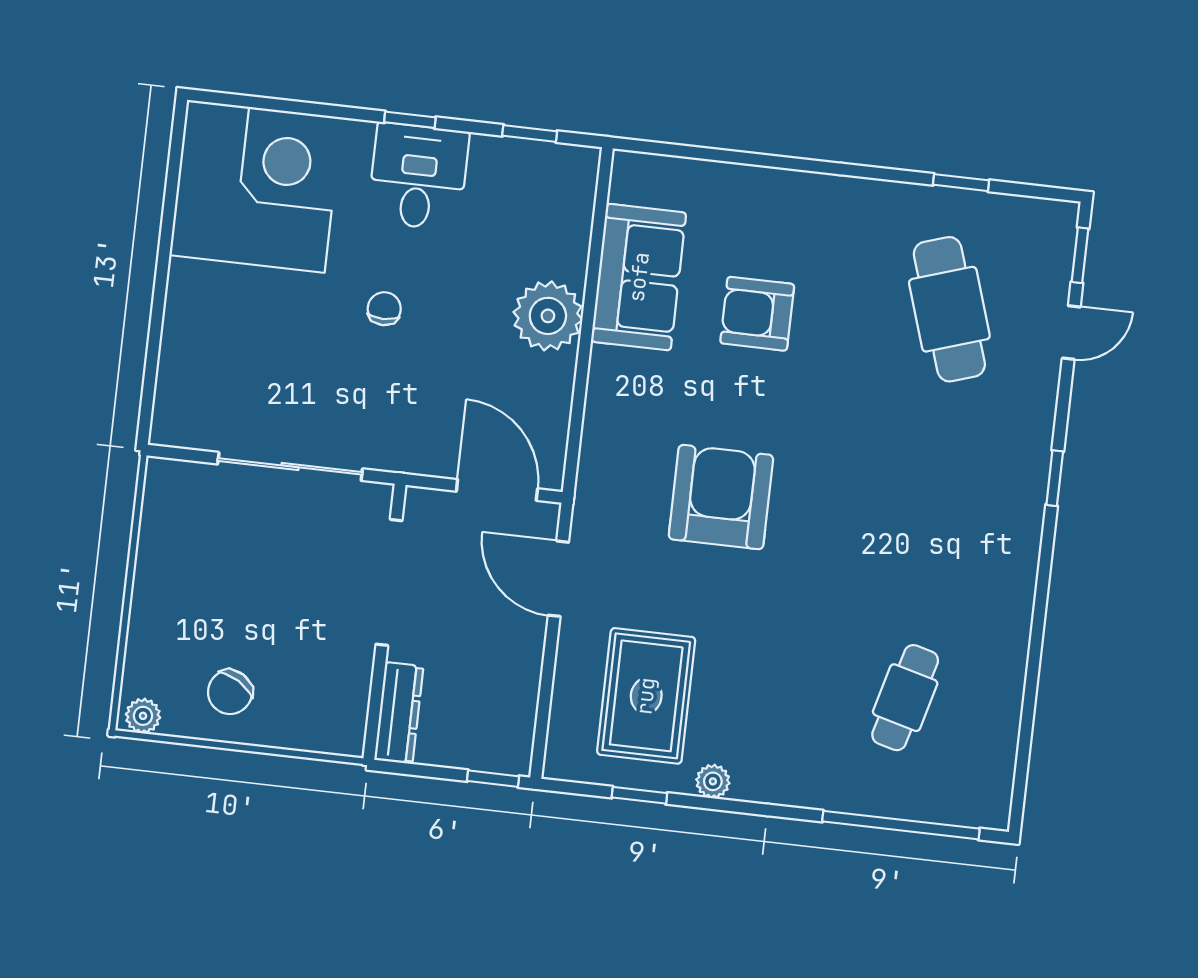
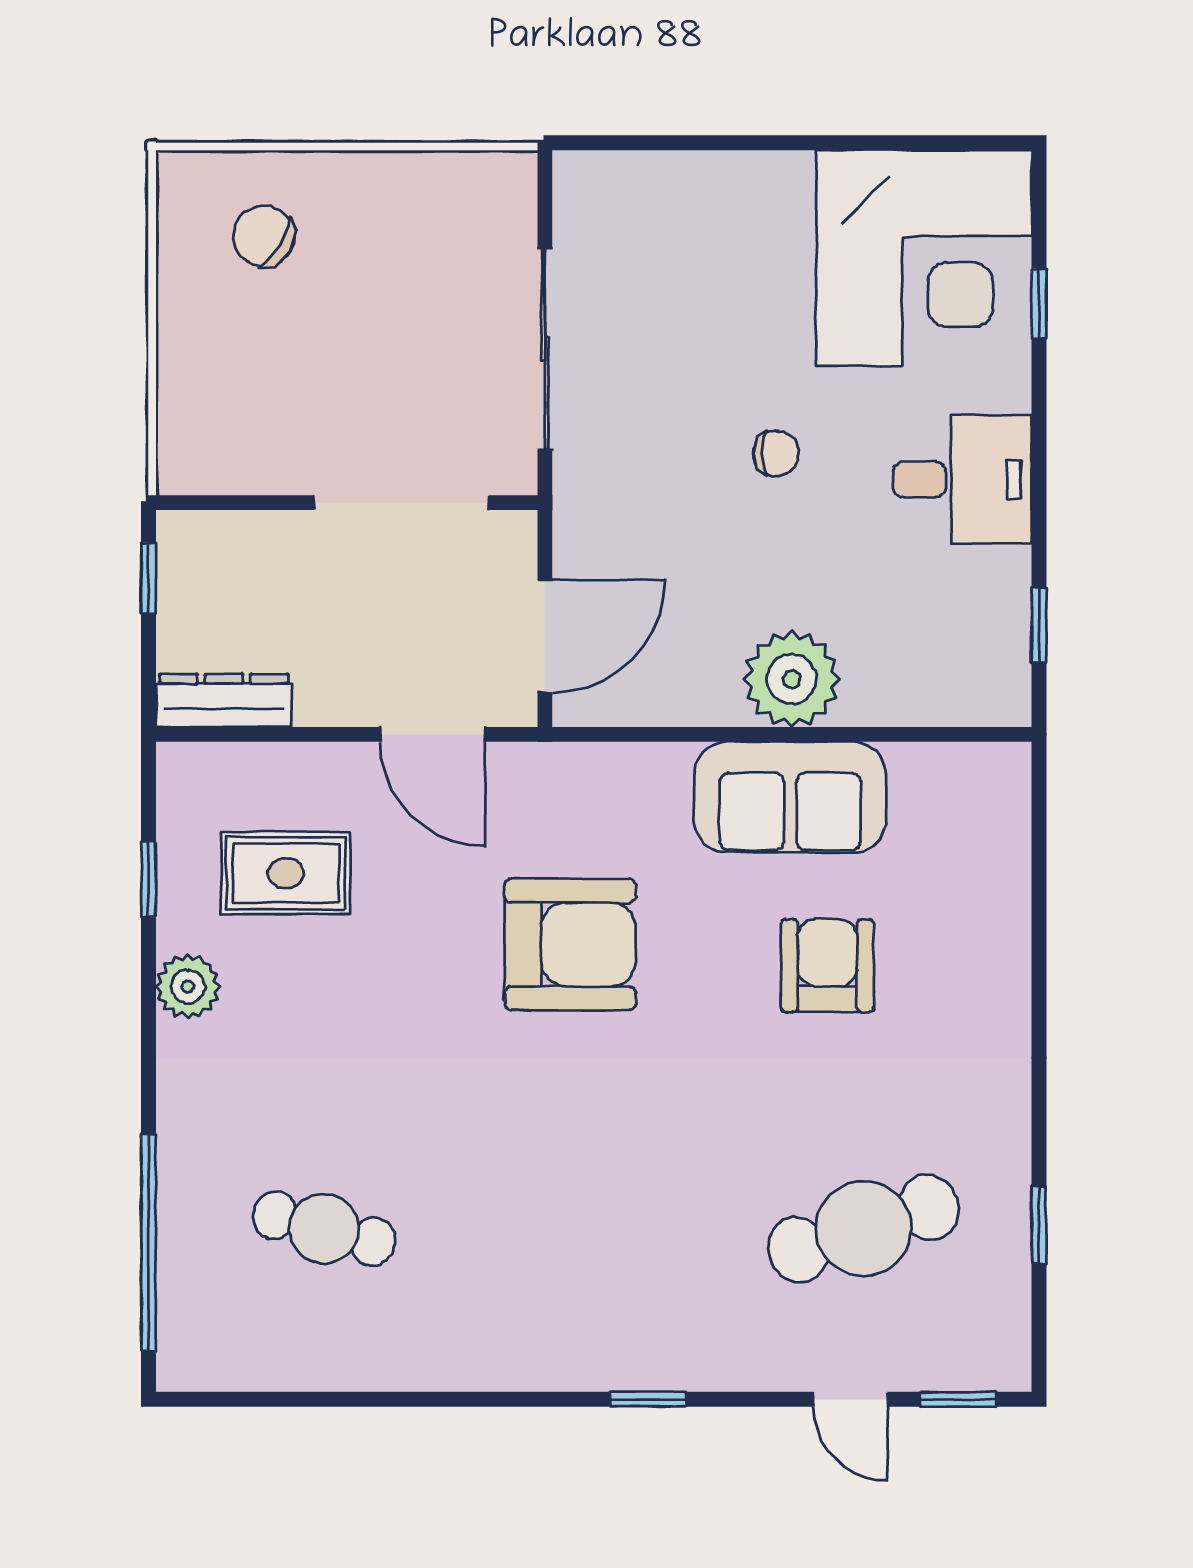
window: (410, 120) -> (1039, 303), moved
sofa: (639, 277) -> (790, 797), moved
door: (558, 579) -> (433, 734), swing flipped
chair: (230, 692) -> (264, 236), moved
rug: (646, 696) -> (286, 873), width x0.73, depth x0.70
dresser: (399, 713) -> (224, 700), moved, turned 180
plant: (143, 716) -> (180, 186), removed
window: (493, 779) -> (148, 578), moved
plant: (713, 781) -> (188, 987), width x1.38, depth x1.38

